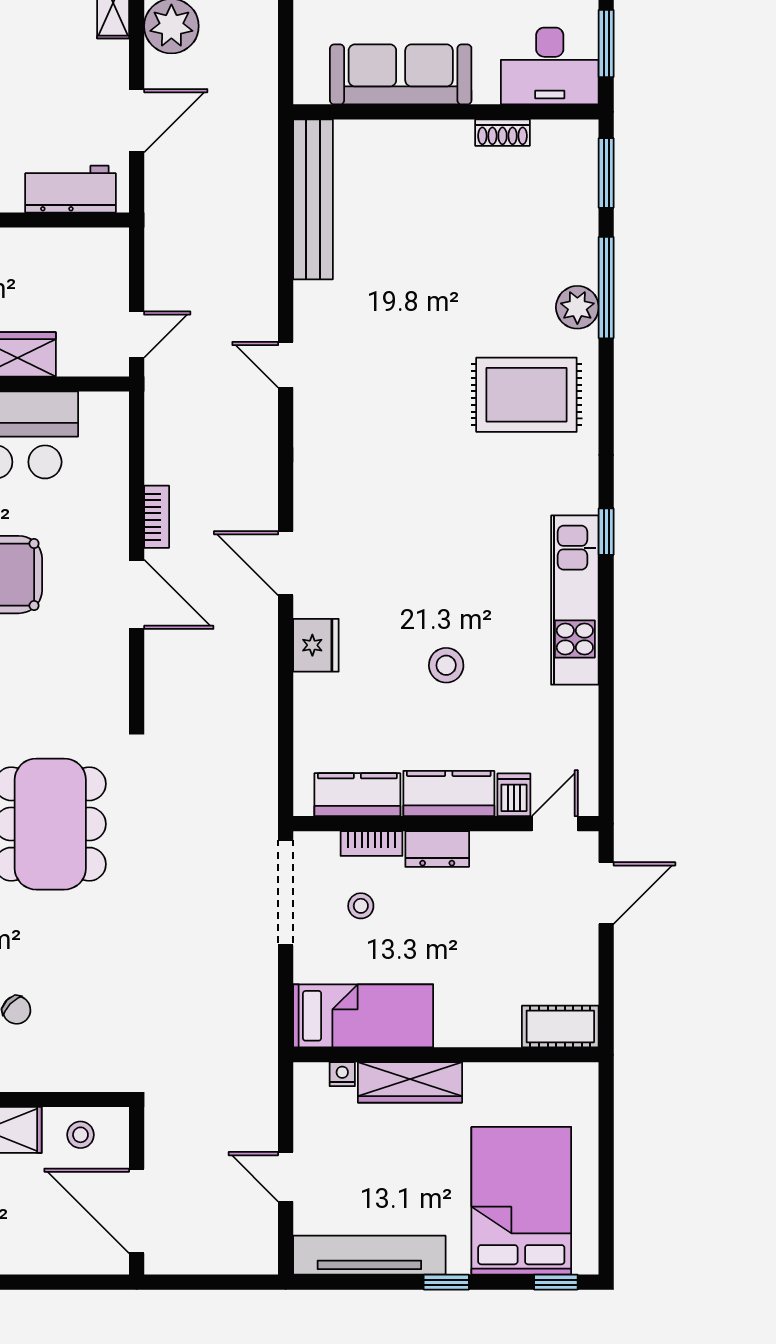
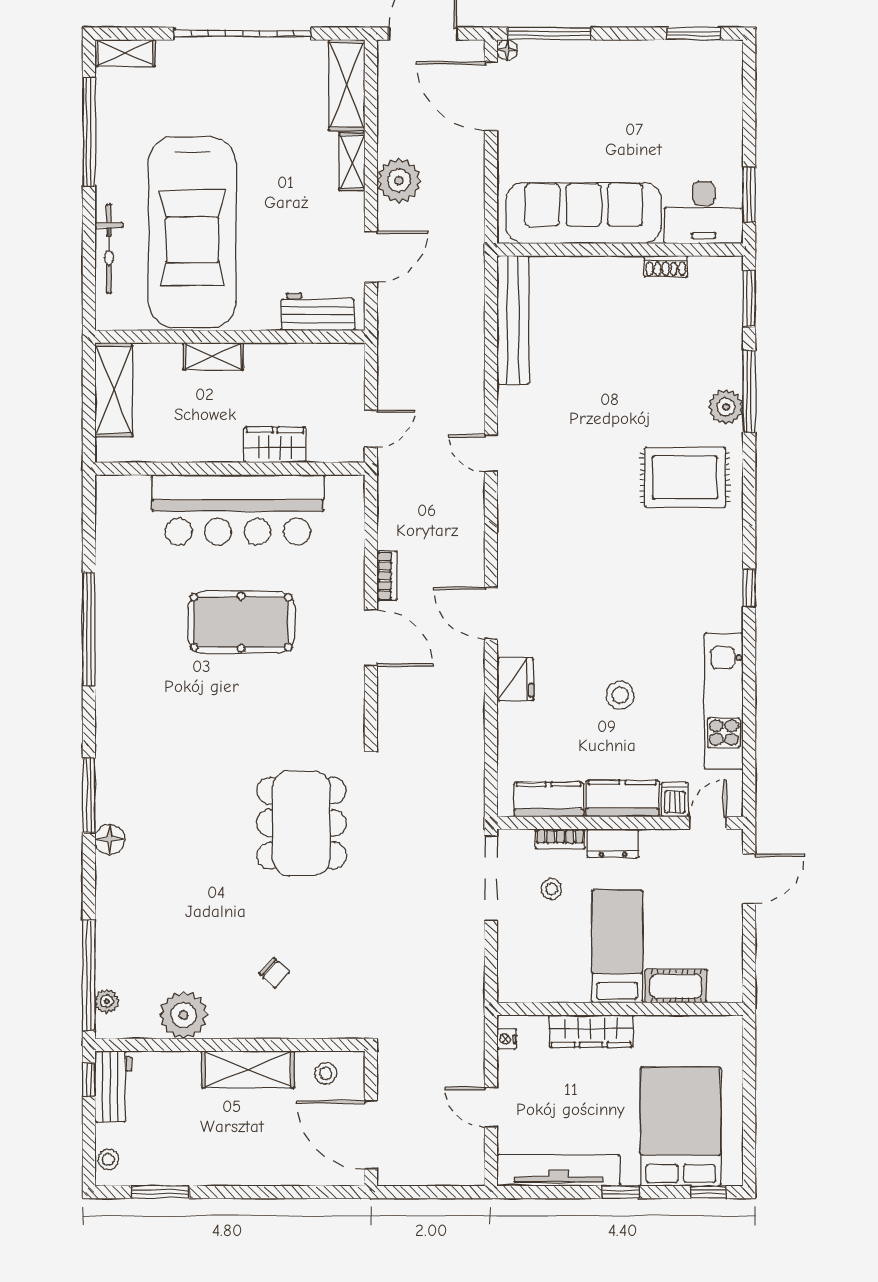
sofa: (401, 74) -> (584, 213), width x1.36, depth x1.27
kitchen unit: (575, 600) -> (724, 701), moved
bed: (363, 1016) -> (617, 947), moved, turned -90
cot: (560, 1026) -> (676, 986), moved
nightstand: (342, 1074) -> (507, 1039), moved, turned -90

